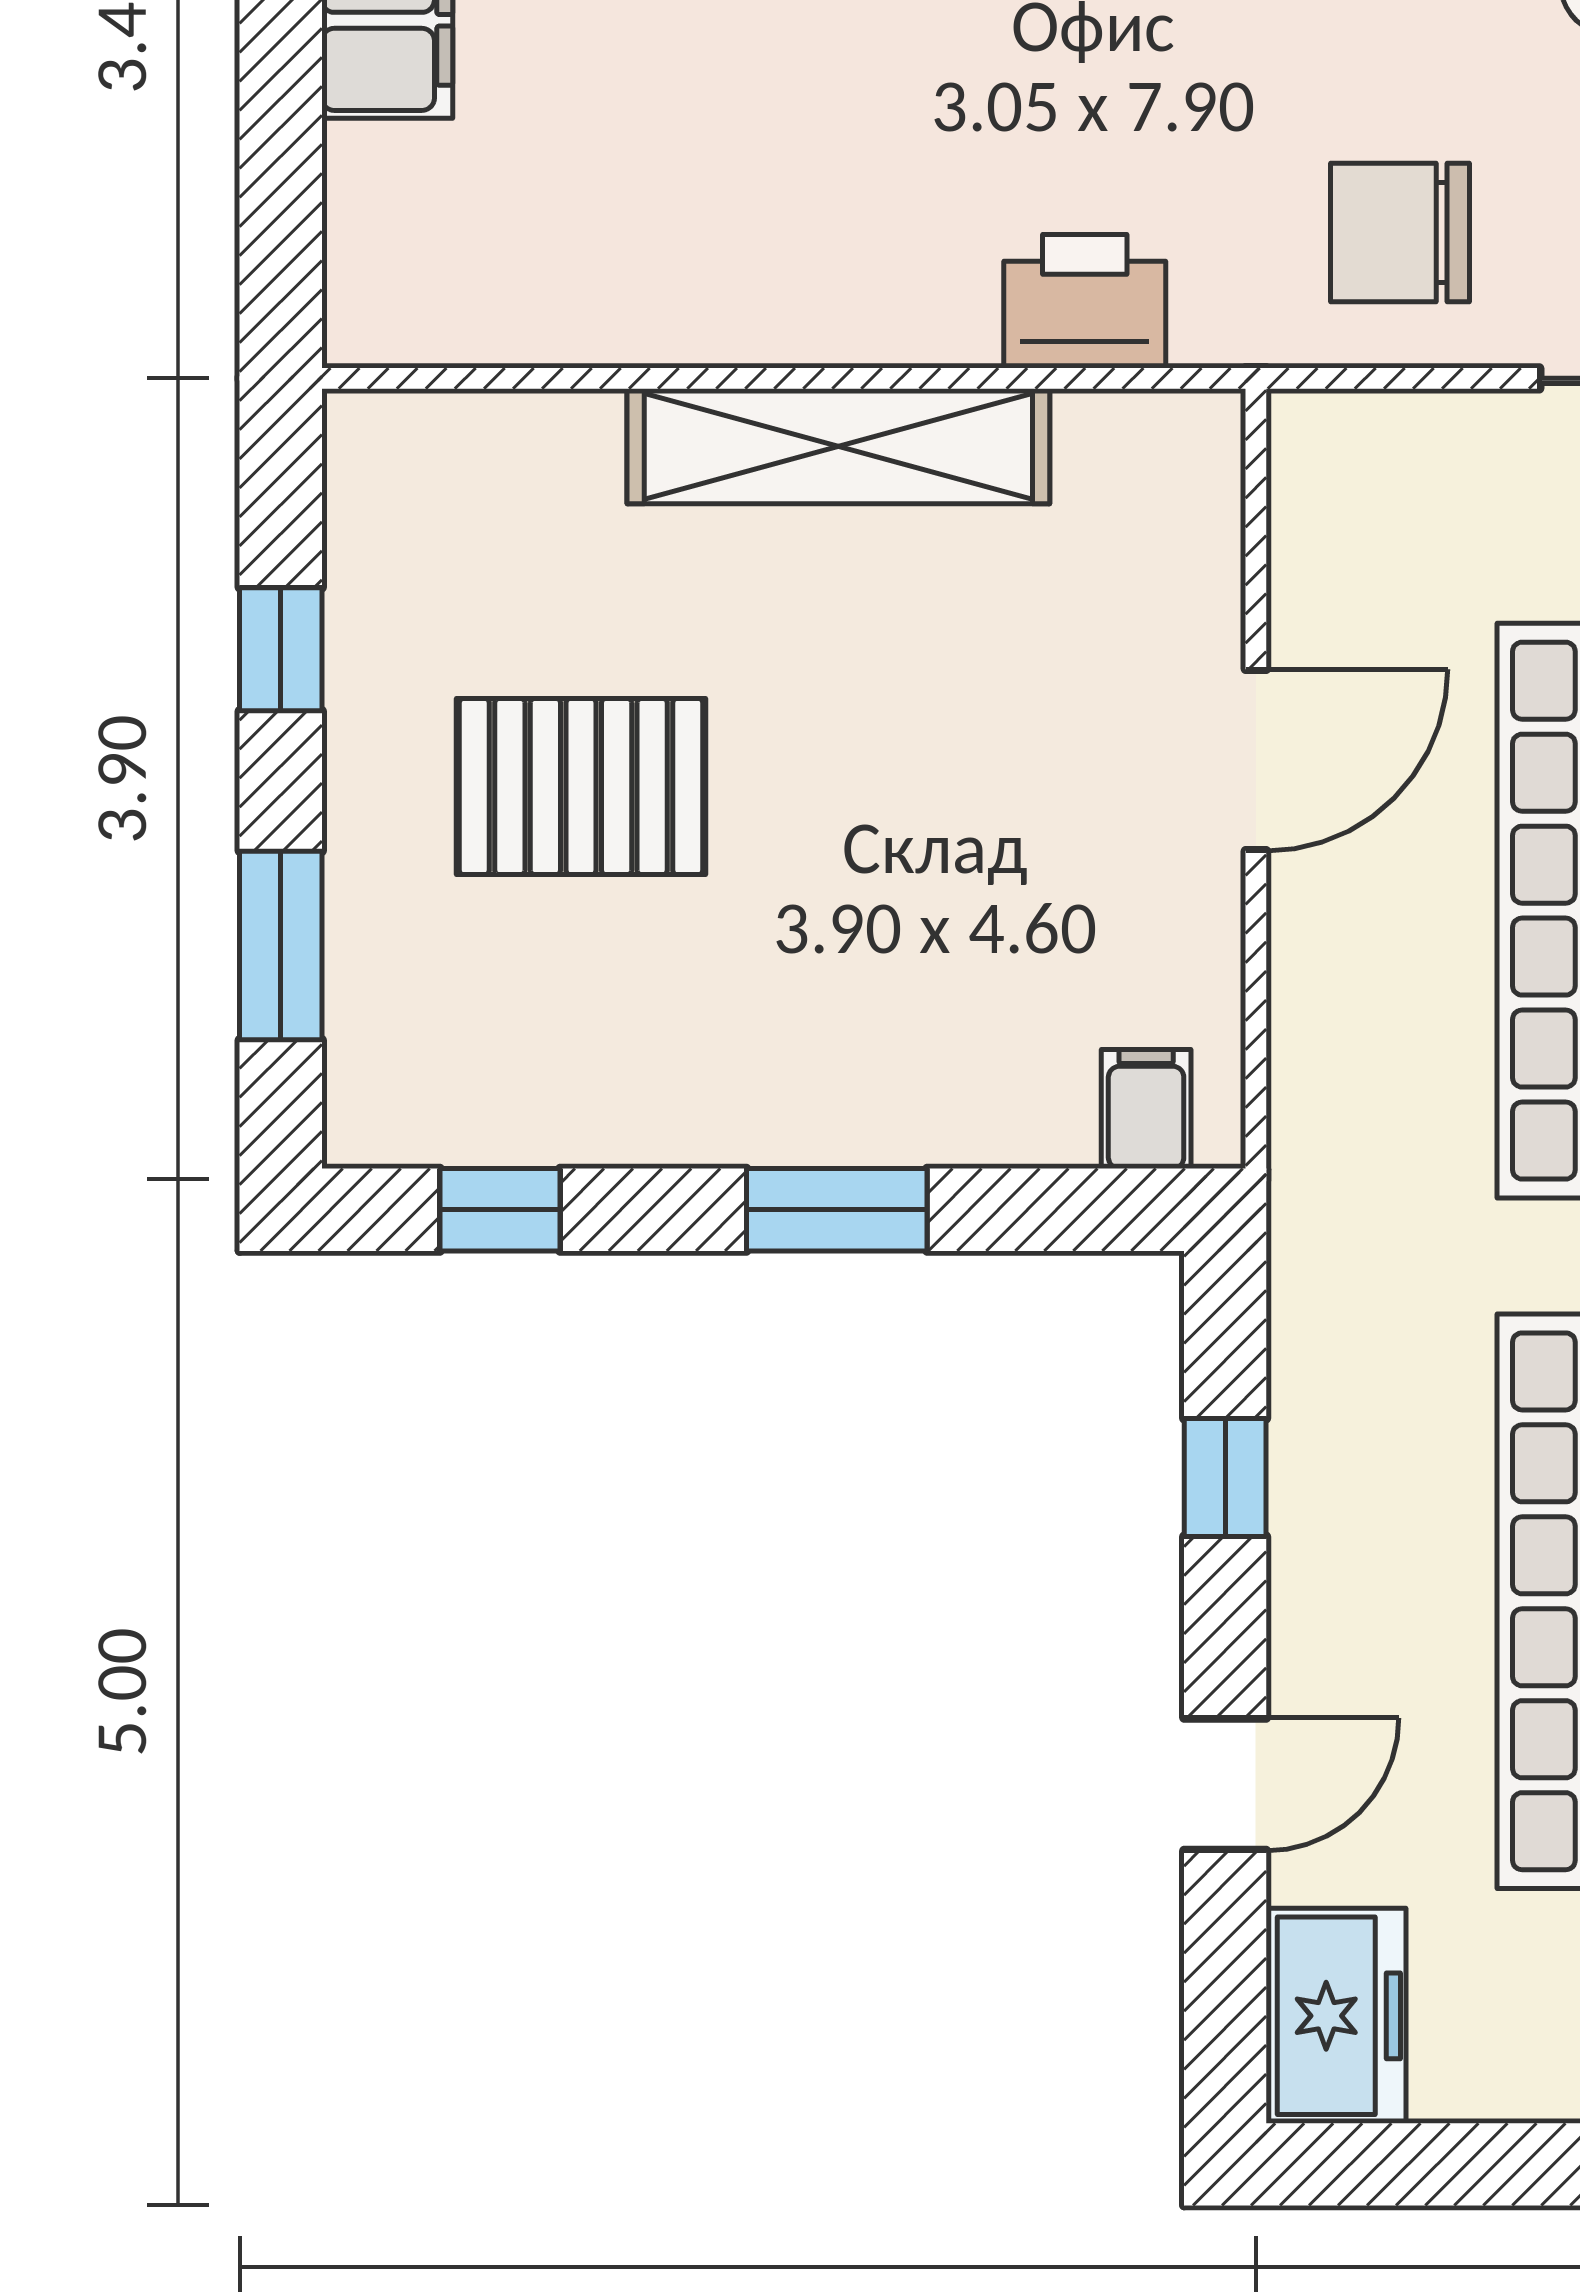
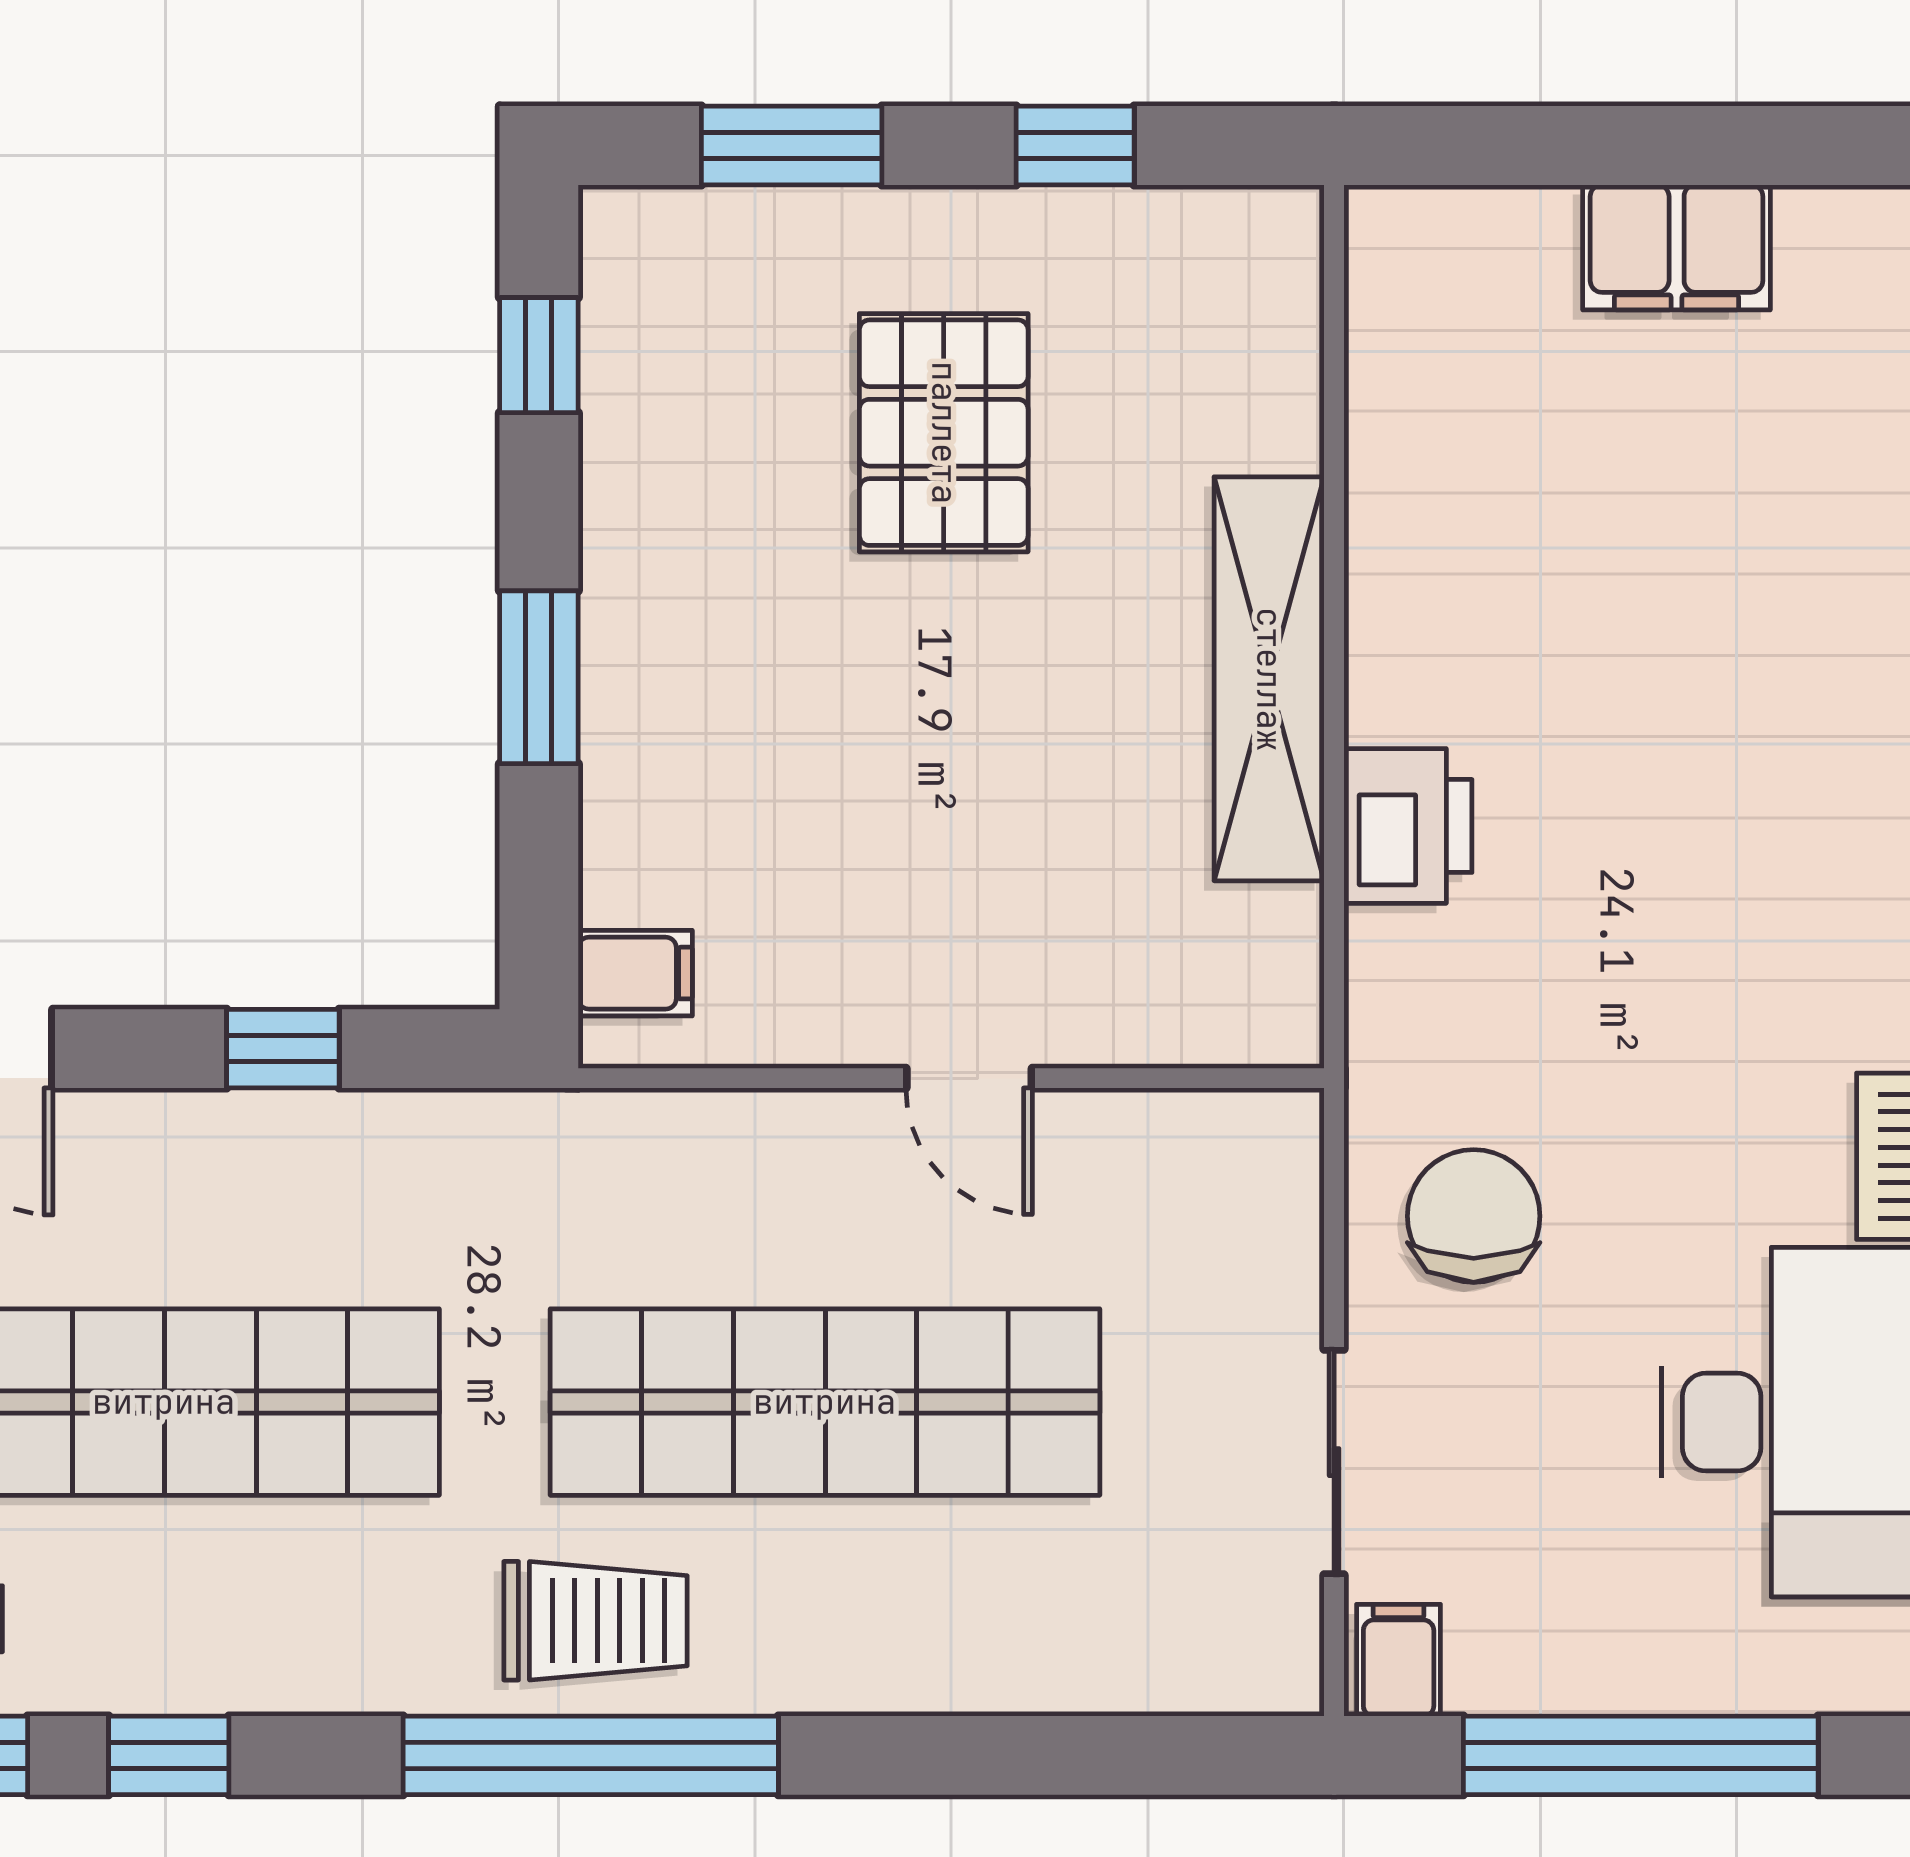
printer: (1085, 301) -> (1408, 826), moved
door: (1256, 760) -> (969, 1078), width x0.73

